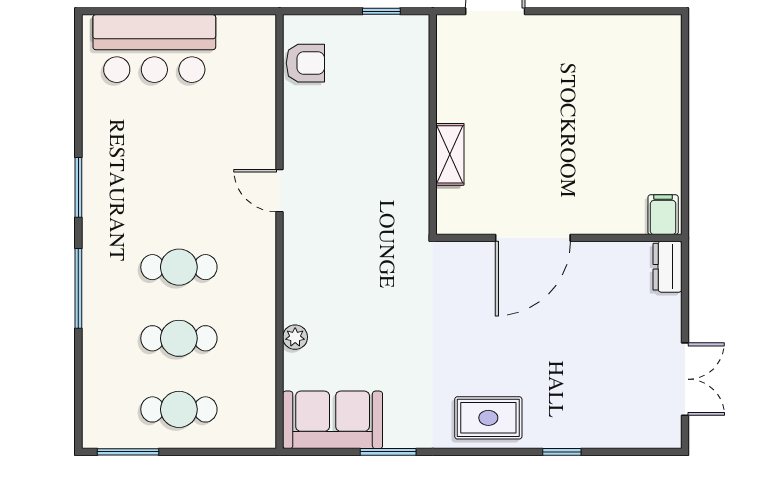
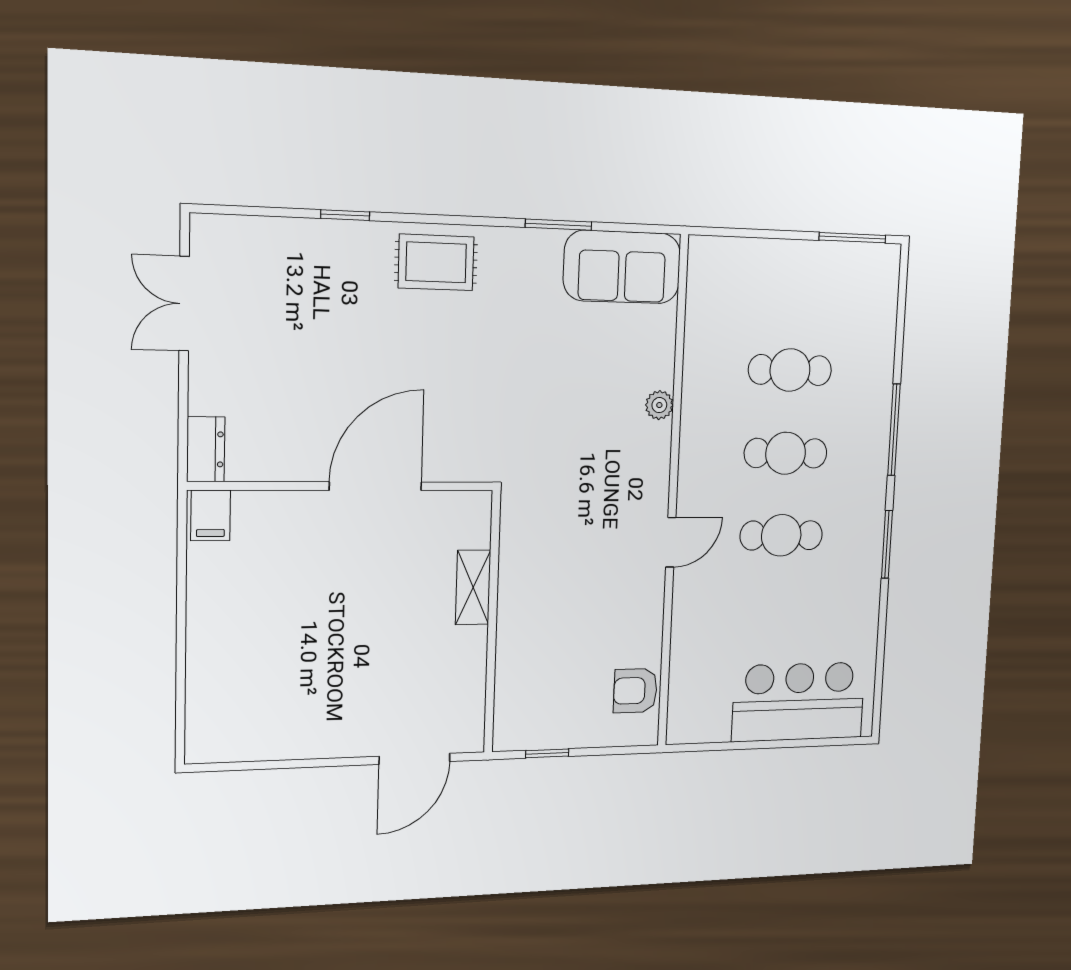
door: (280, 191) -> (671, 542), hinge flipped
plant: (295, 337) -> (659, 405), moved
cafe table: (179, 409) -> (781, 535), moved

